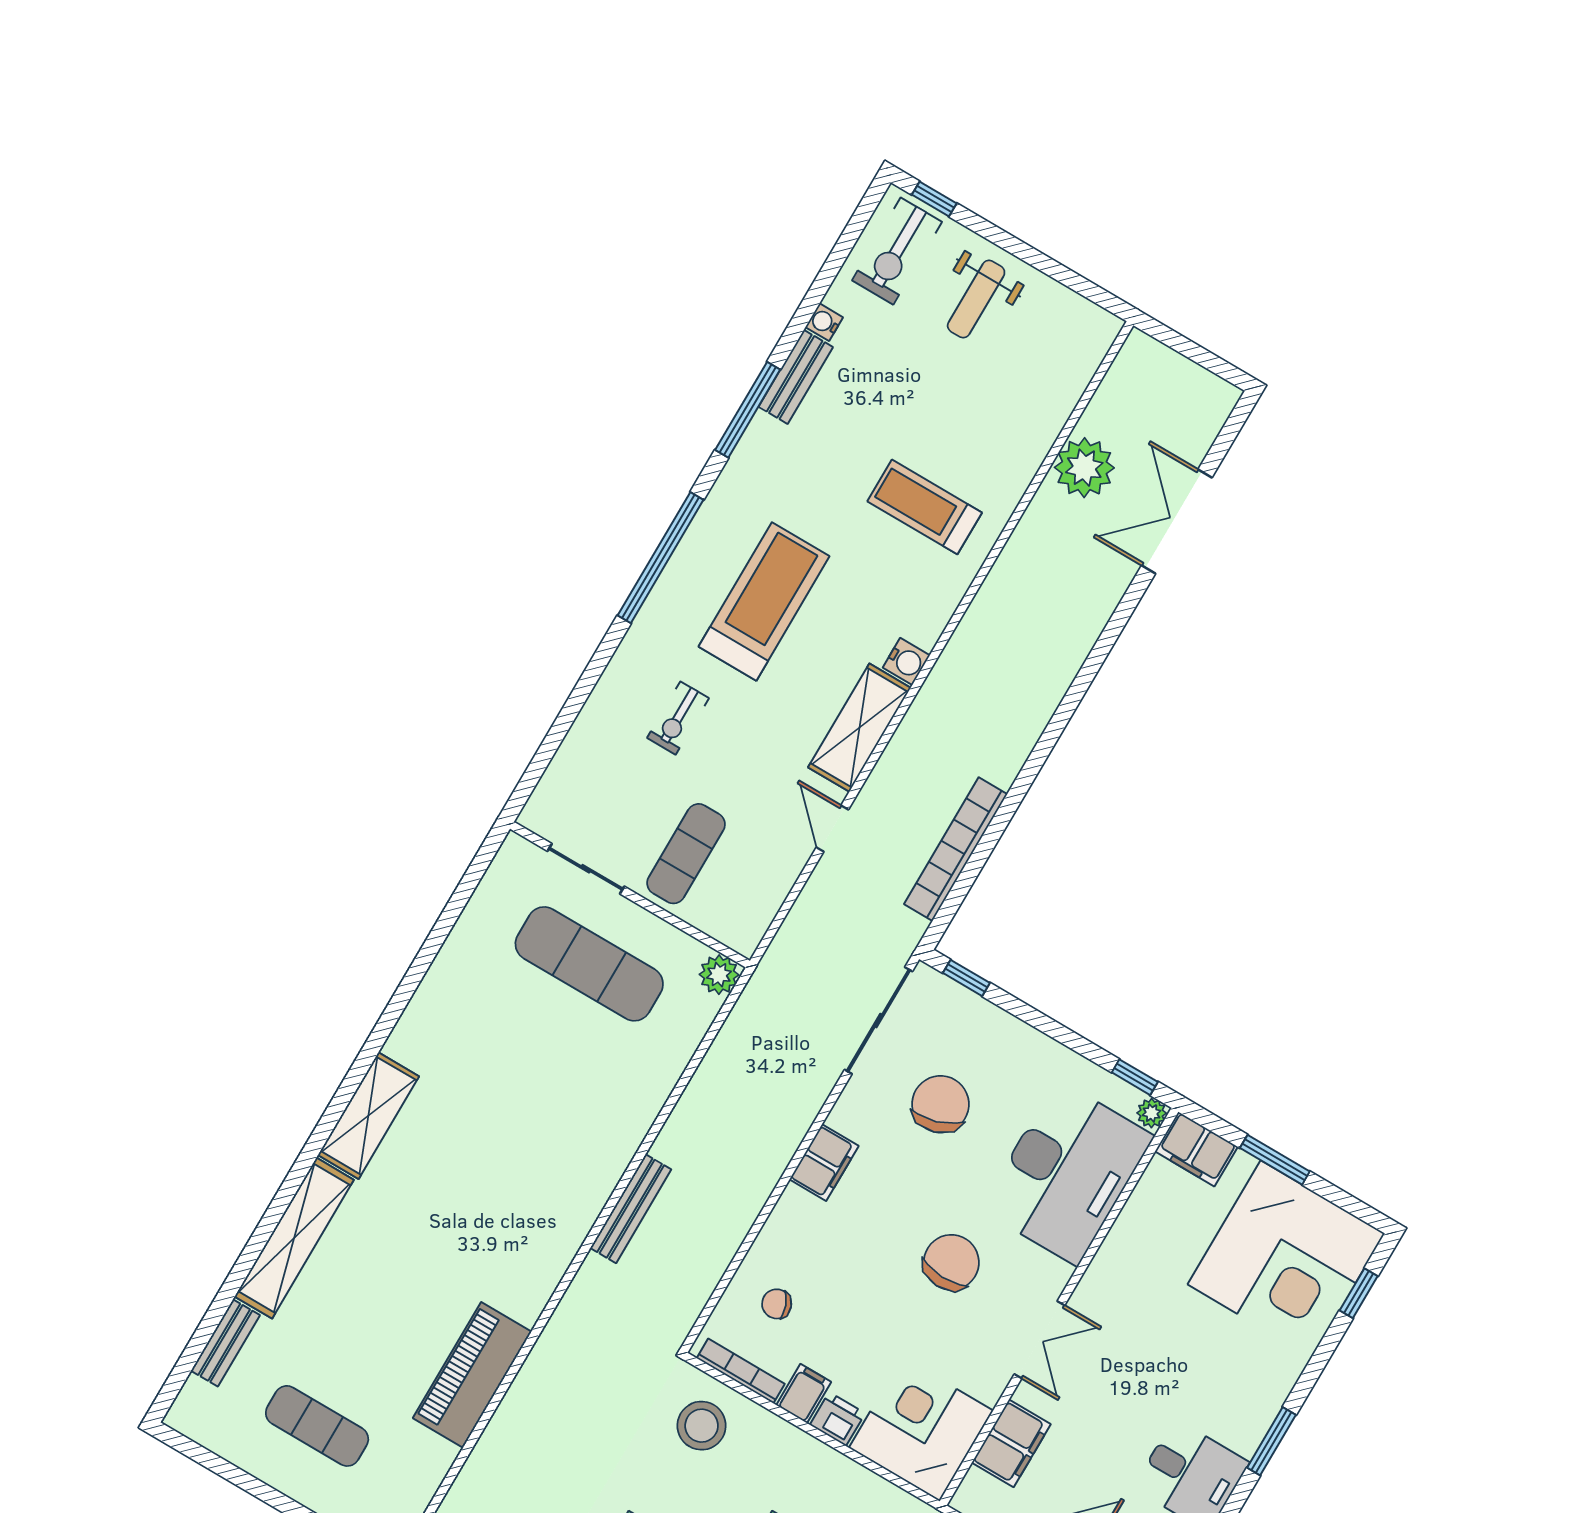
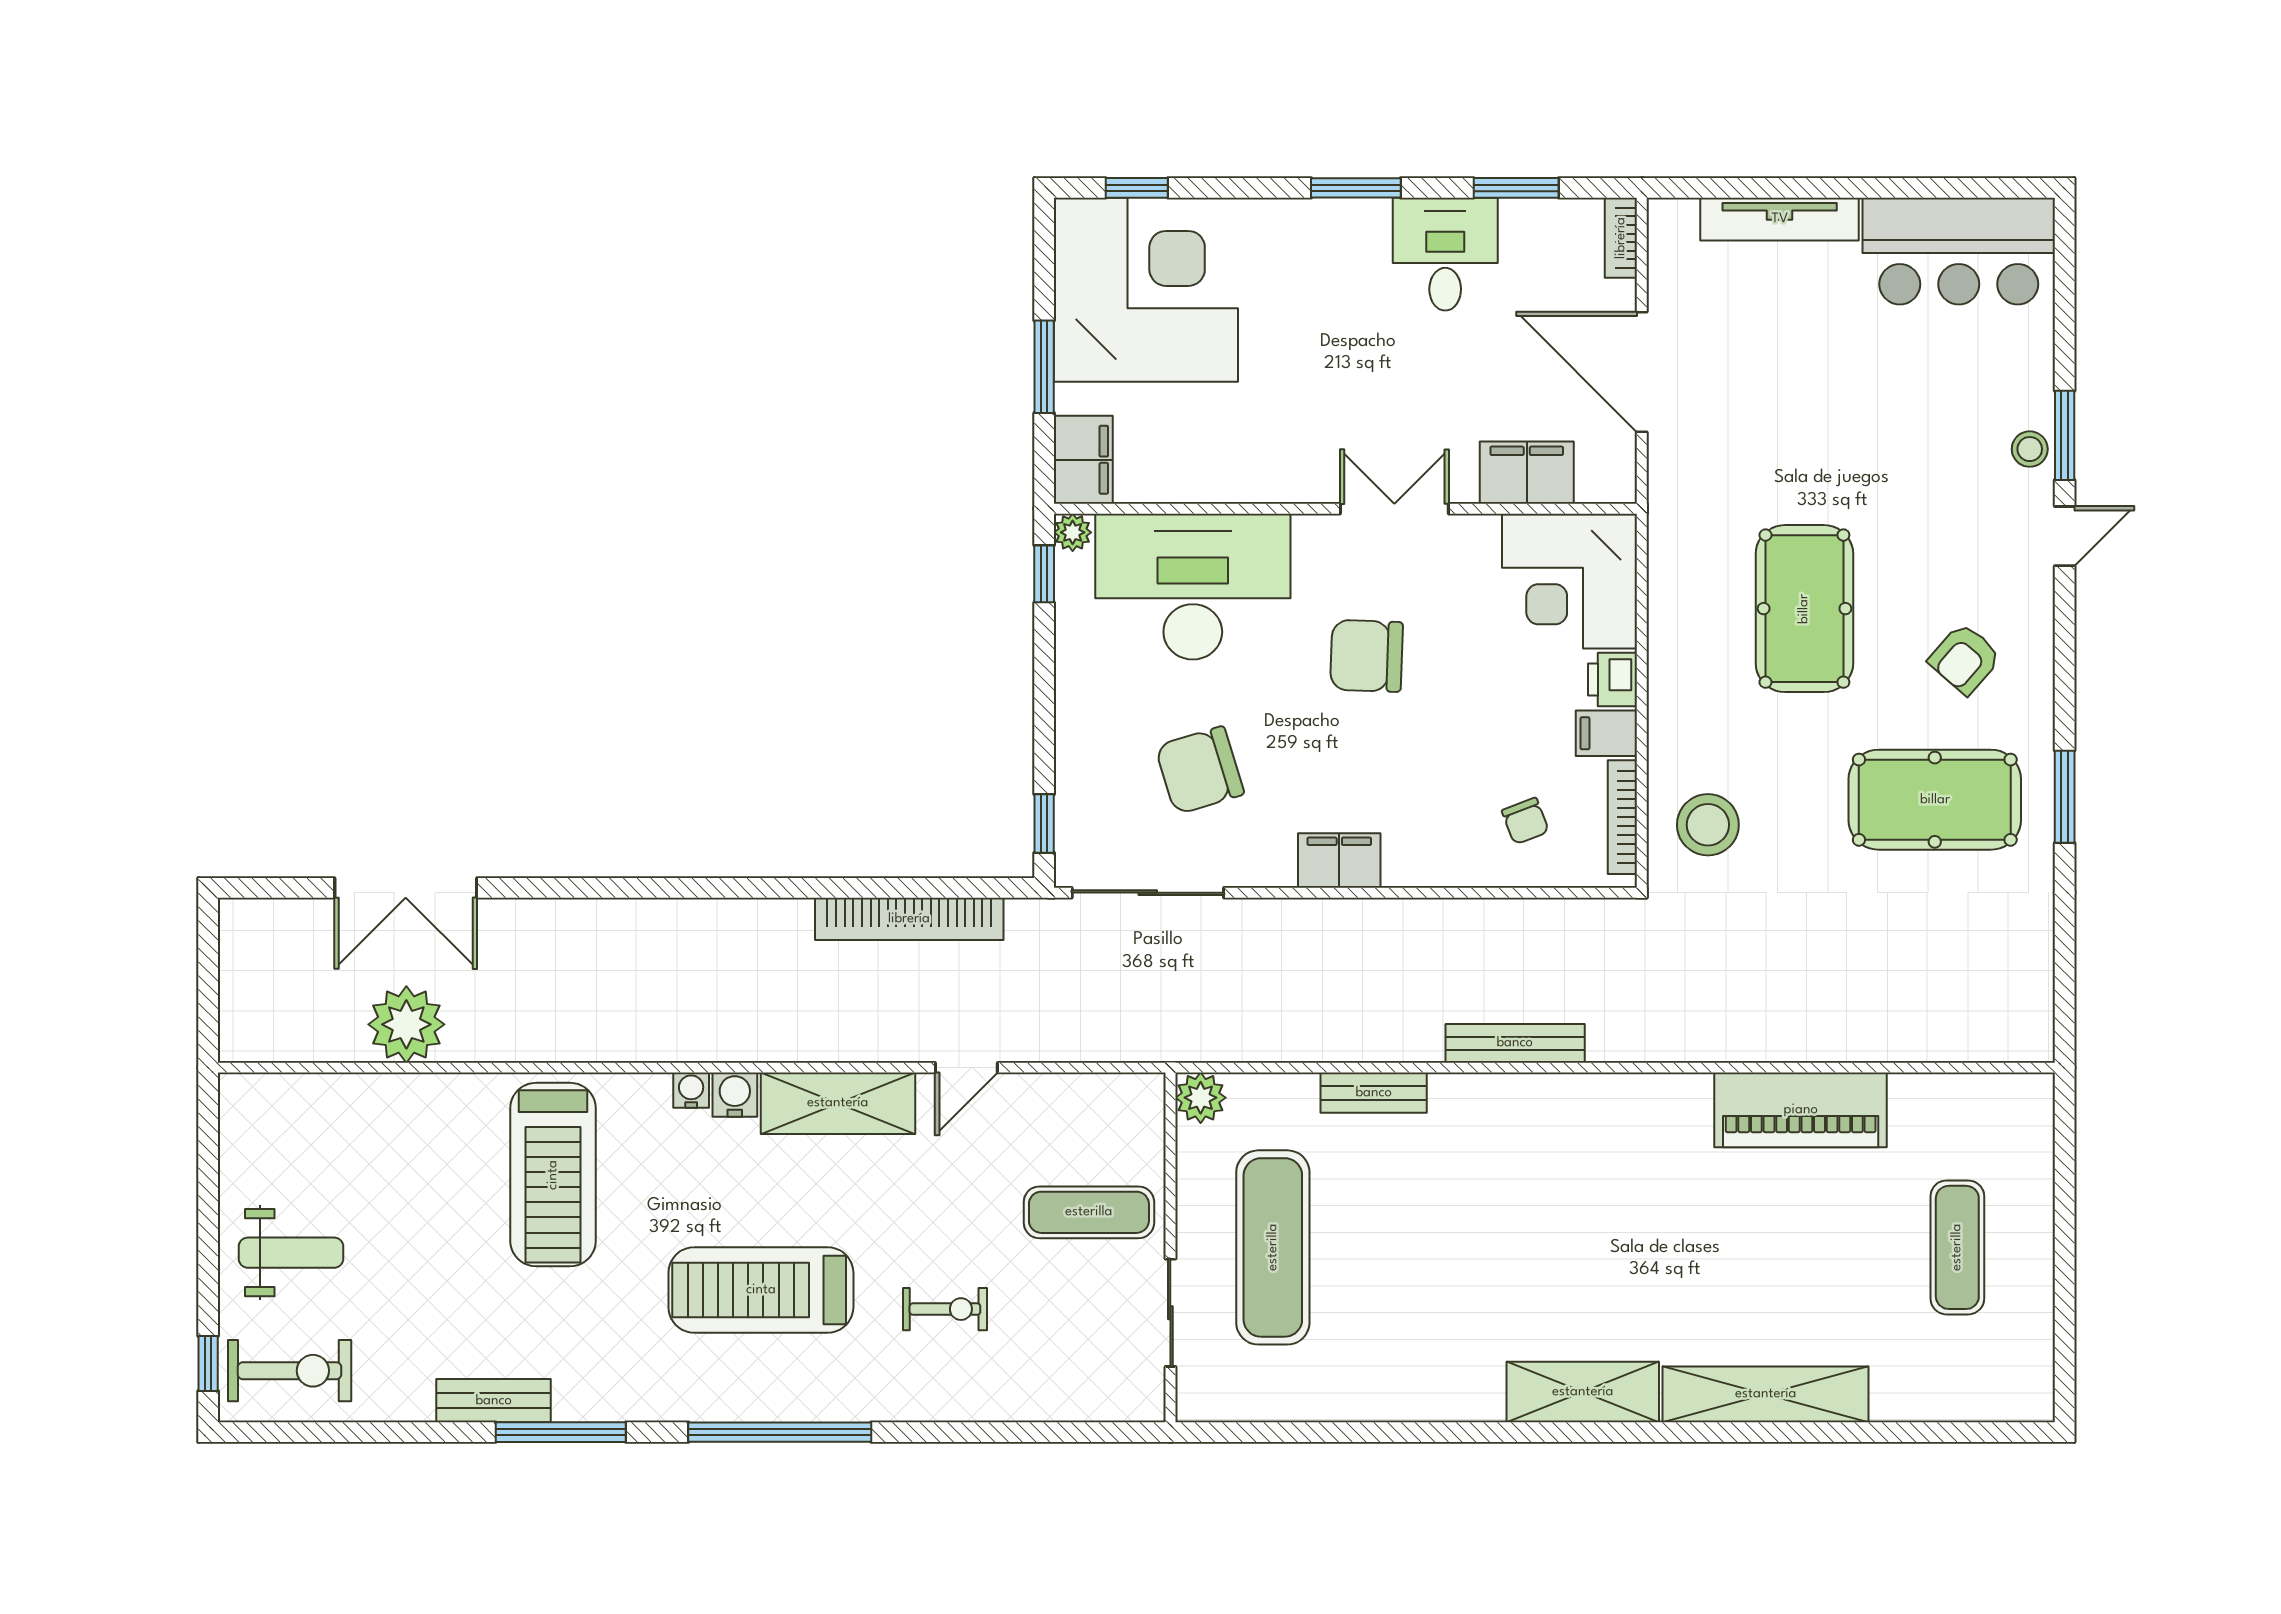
water cooler: (824, 322) -> (691, 1090), moved, turned 180
treadmill: (925, 507) -> (553, 1175), width x1.37, depth x1.38
bench: (225, 1343) -> (1374, 1093), moved

